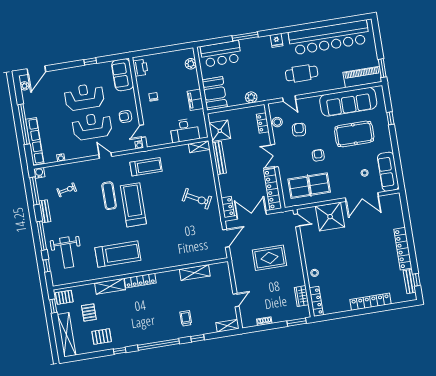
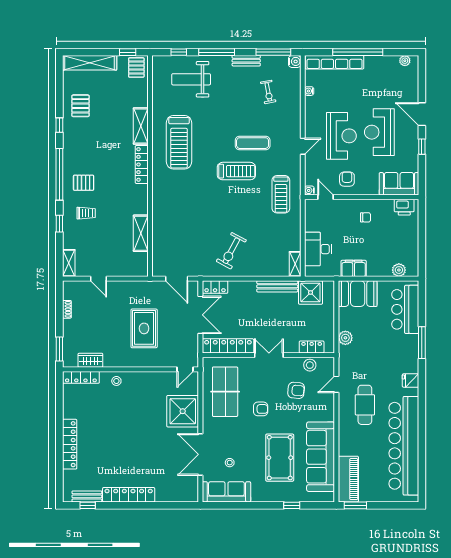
door: (36, 70) -> (422, 114), moved
reception desk: (84, 97) -> (379, 132), turned 180
treadmill: (133, 205) -> (236, 171), width x0.73, depth x0.73
pallet: (89, 313) -> (84, 183), moved

